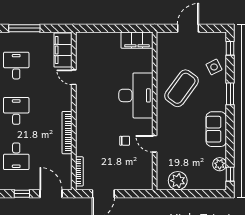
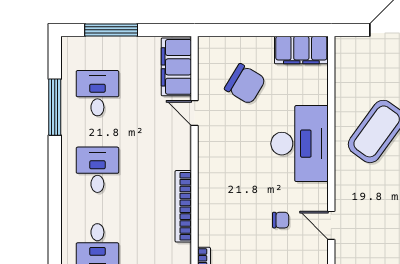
chair: (104, 60) -> (245, 84), added

